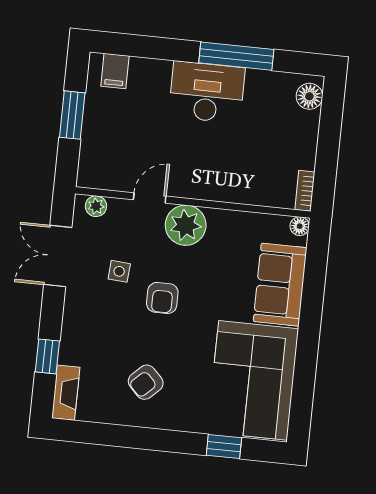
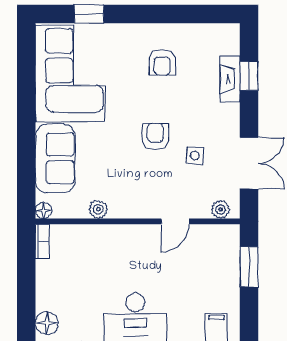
window: (72, 115) -> (249, 267), moved
plant: (186, 225) -> (98, 209), moved, width x0.53, depth x0.53
armchair: (146, 382) -> (162, 62), turned 134
fireplace: (66, 393) -> (230, 79), moved

